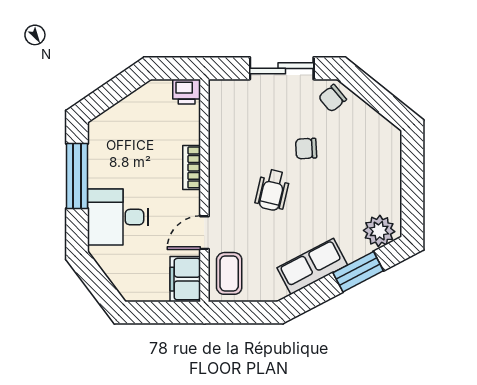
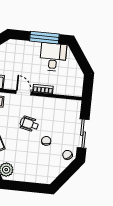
printer: (187, 92) -> (77, 90), removed
desk: (118, 217) -> (53, 57), moved
door: (204, 233) -> (24, 93), moved

